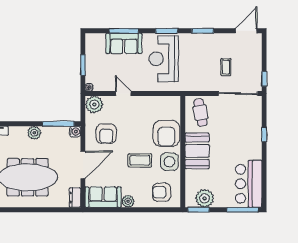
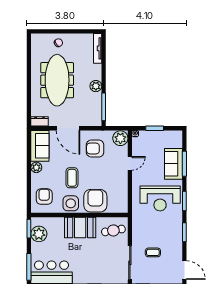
reception desk: (164, 59) -> (160, 198), turned 180
water cooler: (75, 132) -> (97, 121), removed
armchair: (166, 133) -> (95, 201), turned 90

